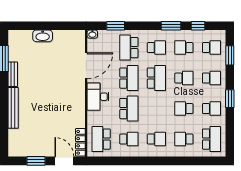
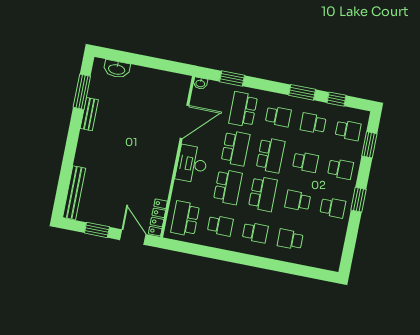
washbasin: (43, 36) -> (117, 69), moved
bench: (13, 108) -> (74, 193), moved
school desk: (212, 139) -> (263, 194), moved

